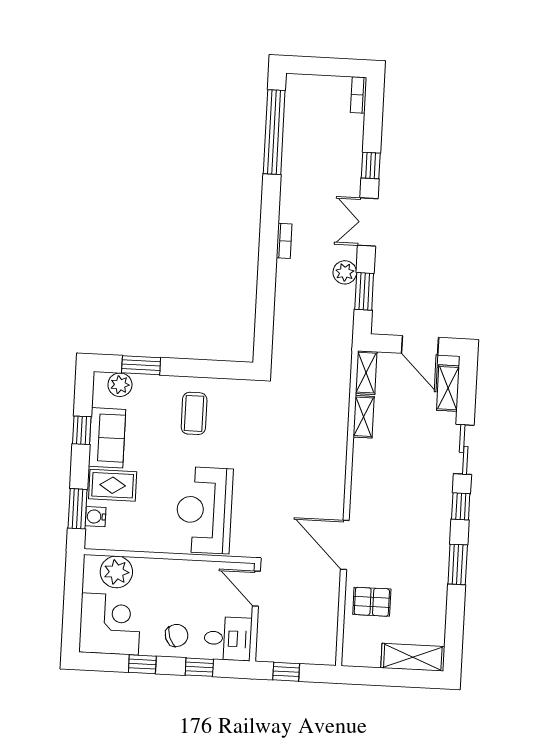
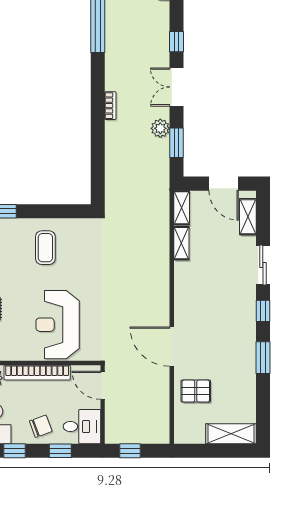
bookcase: (176, 568) -> (37, 373), added

